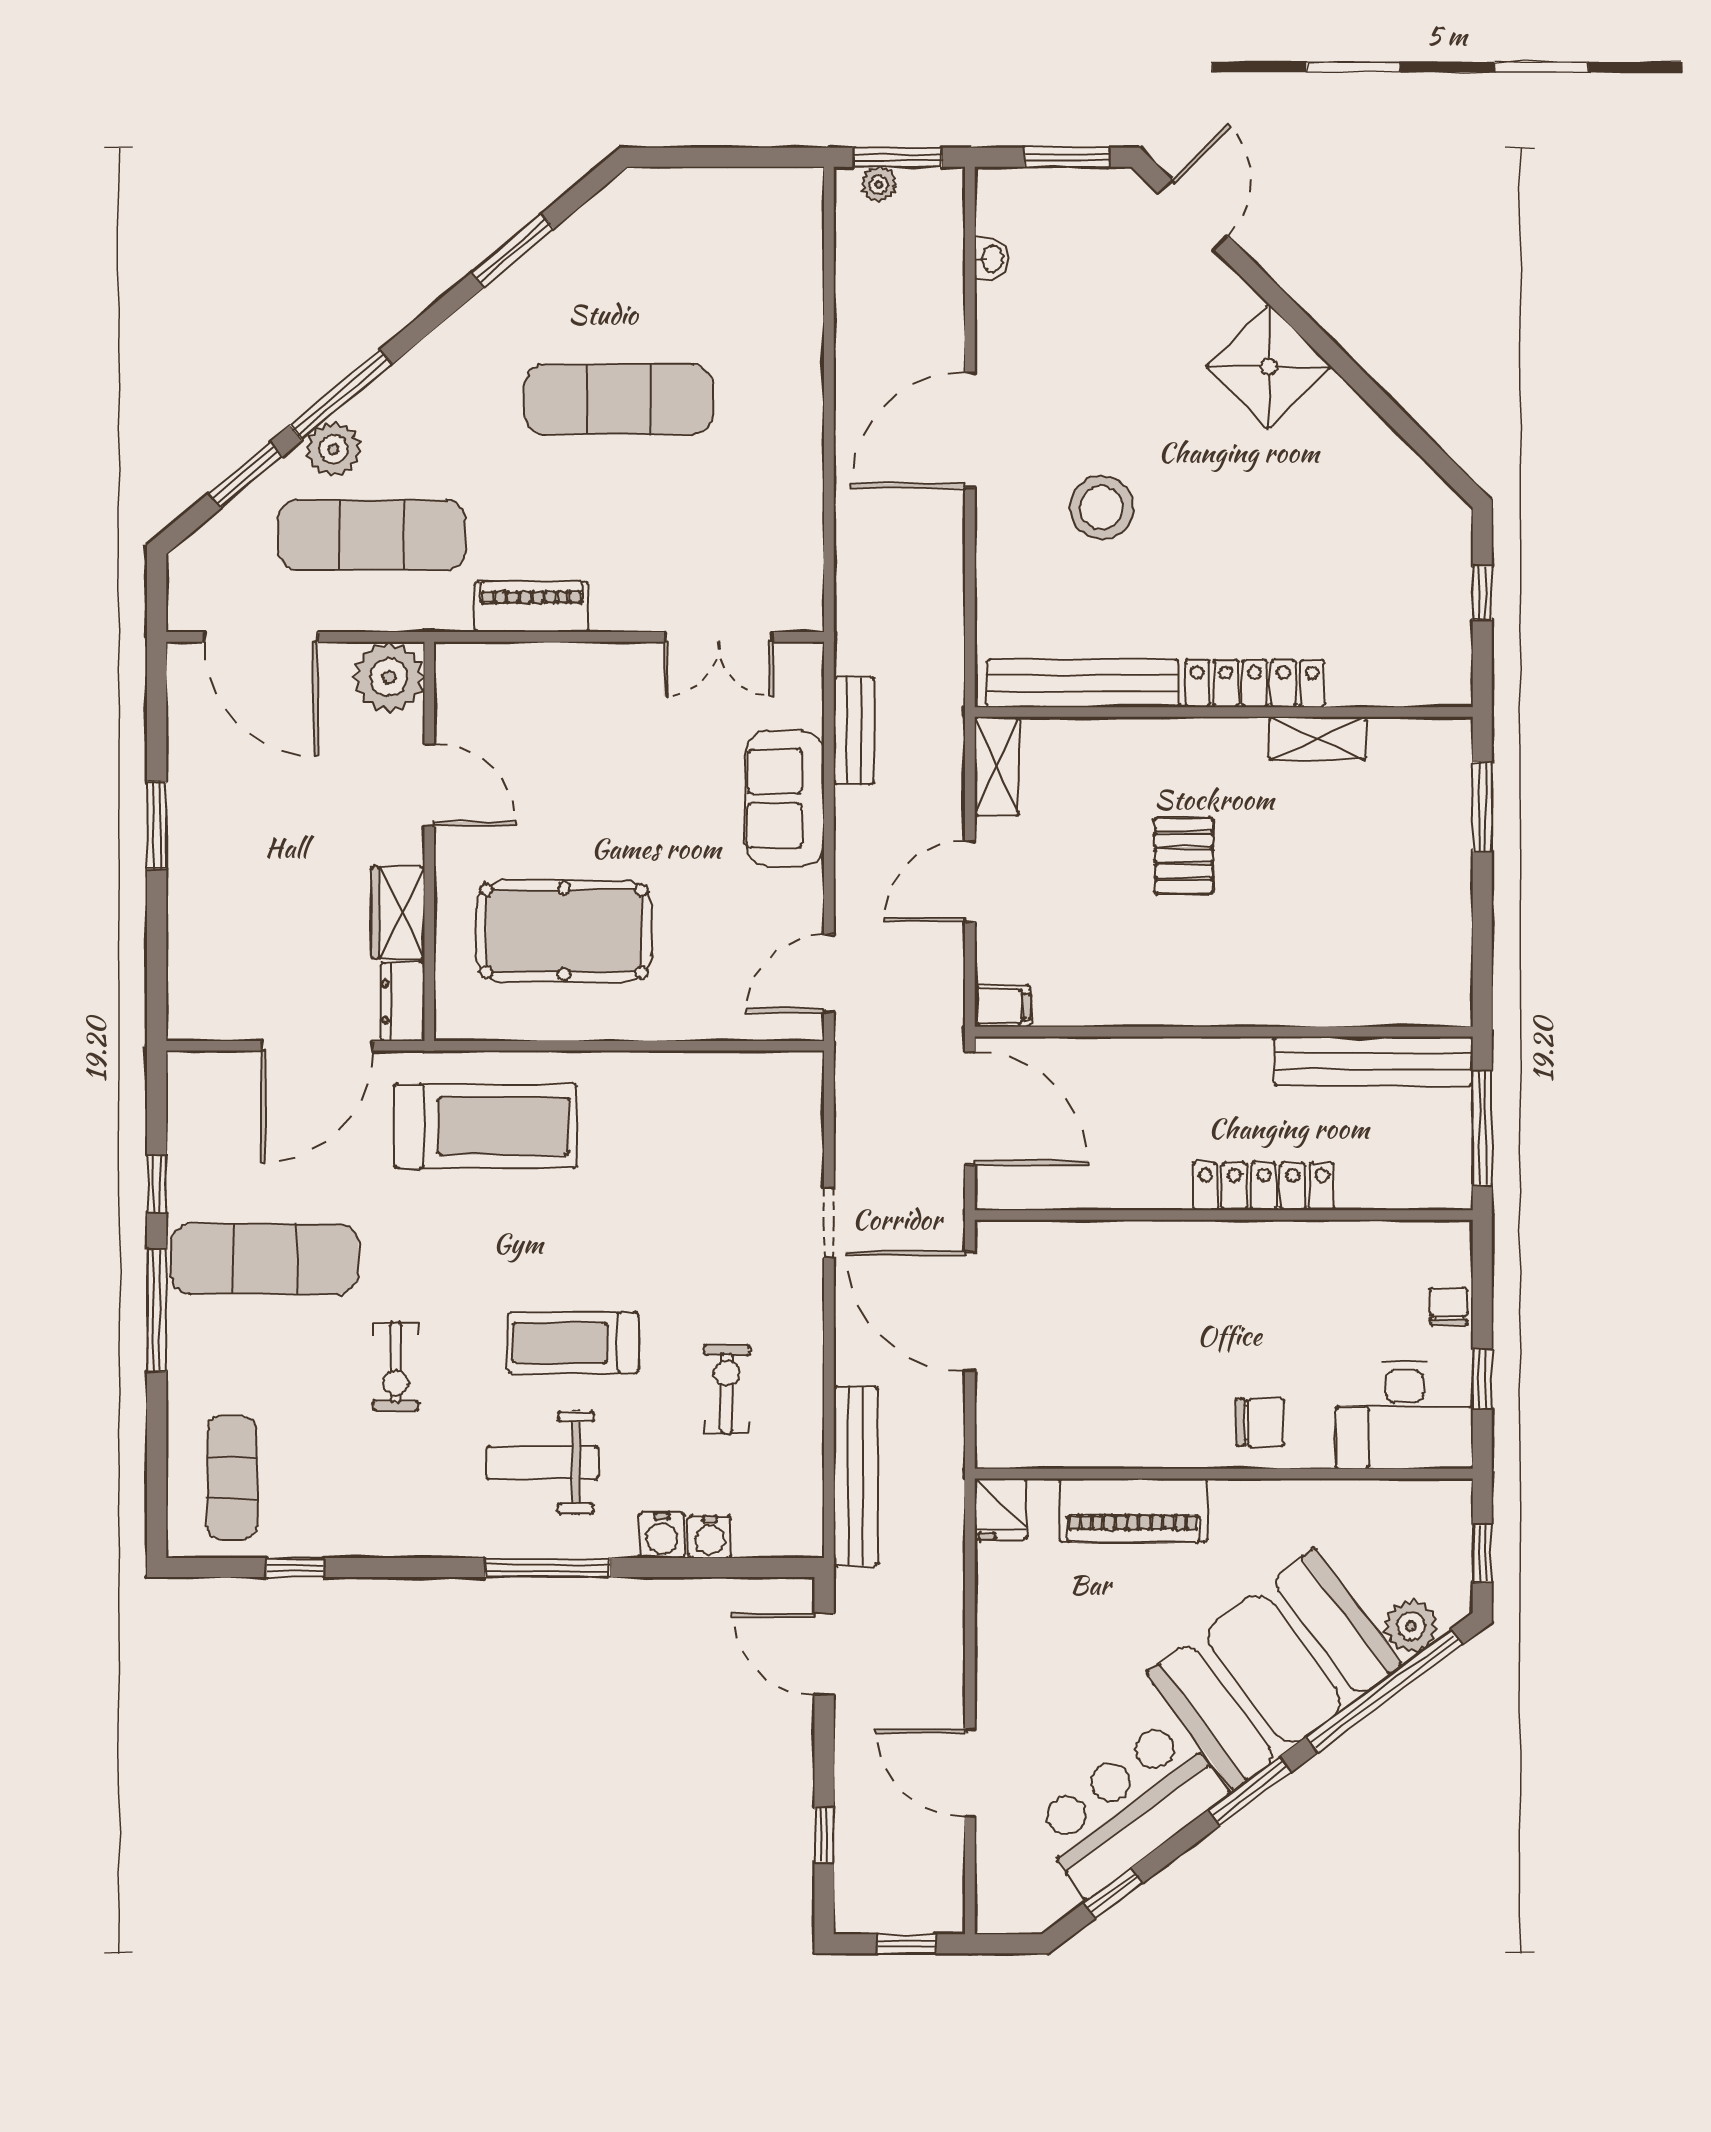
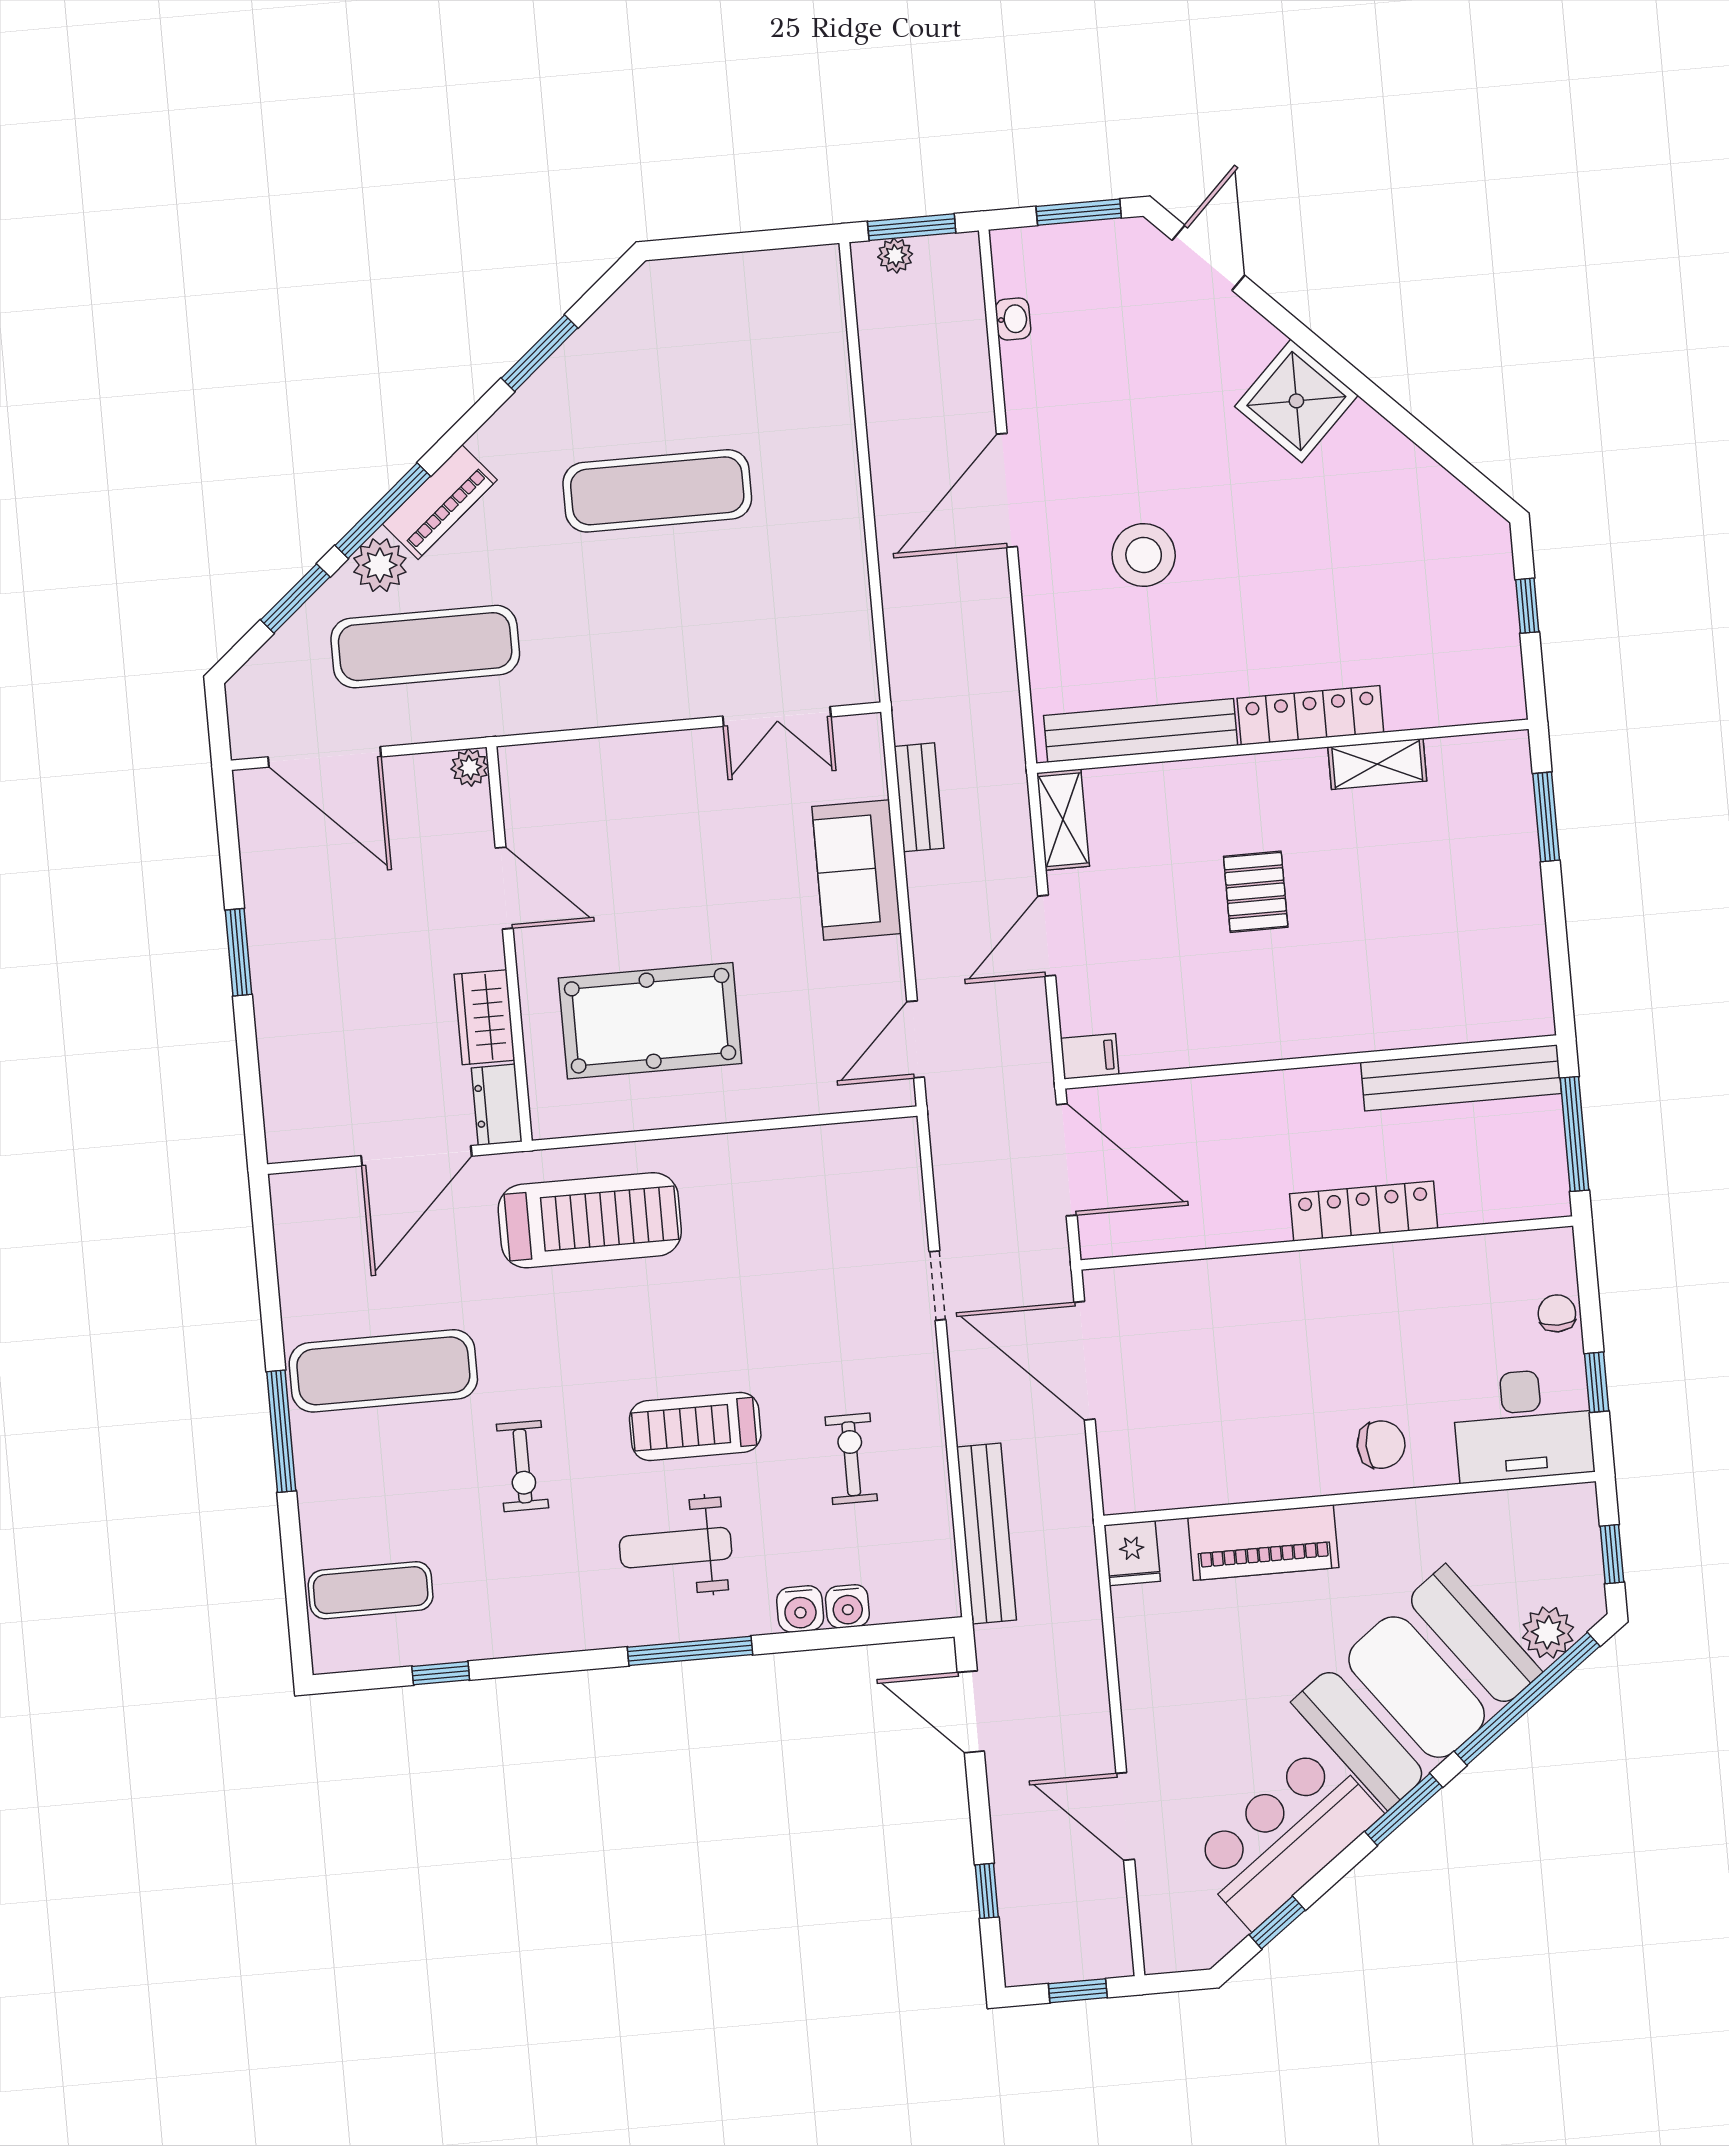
piano: (531, 607) -> (440, 502), moved, turned 140
plant: (389, 677) -> (470, 768), width x0.53, depth x0.53
window: (157, 1184) -> (270, 1306), removed
exercise mat: (232, 1478) -> (371, 1590), turned 90

